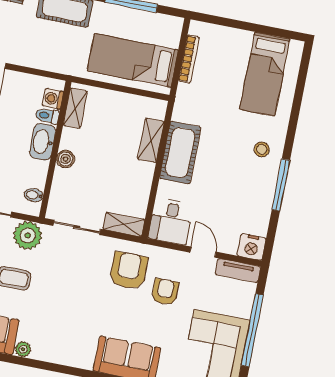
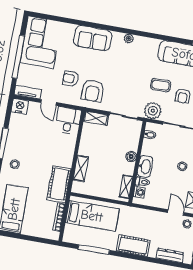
cot: (180, 153) -> (59, 184), moved
armchair: (165, 292) -> (71, 79), turned 90
plant: (23, 349) -> (129, 38), moved

